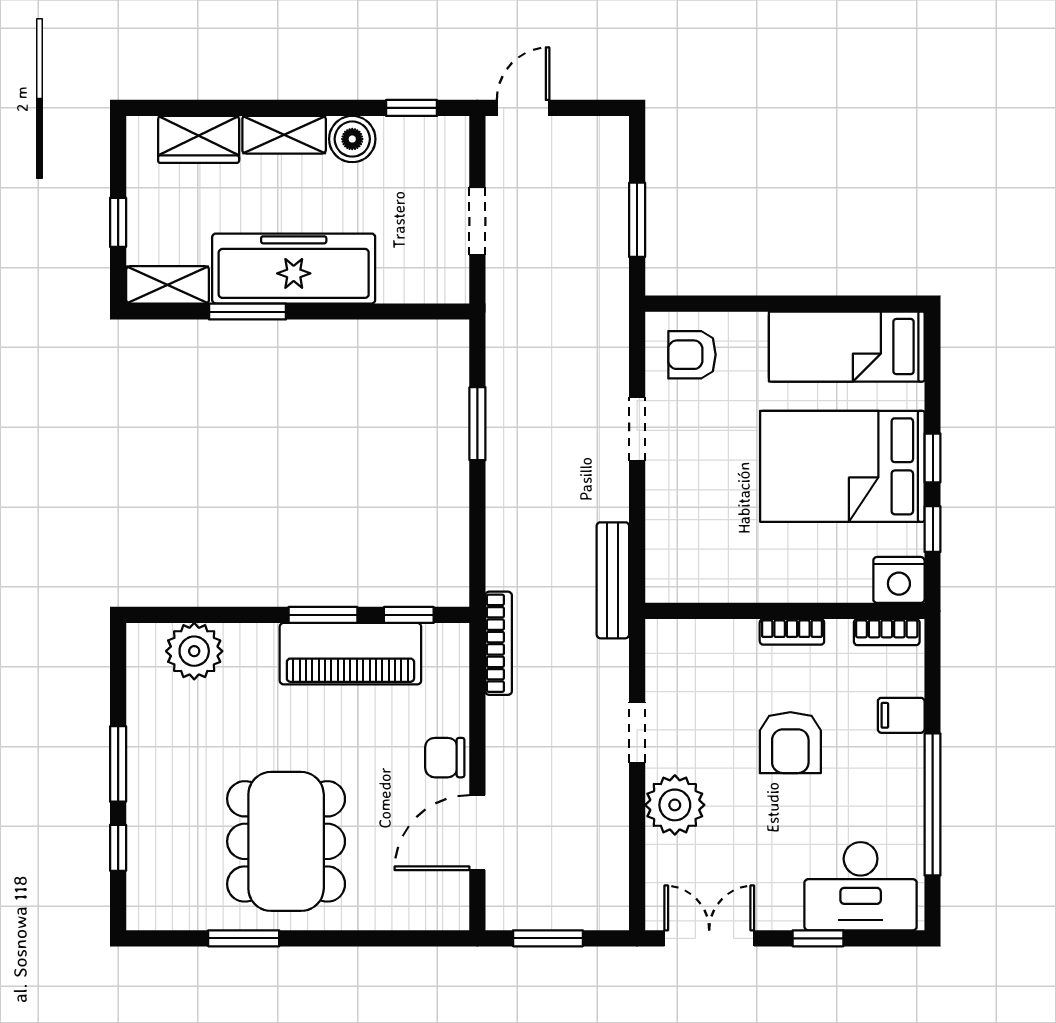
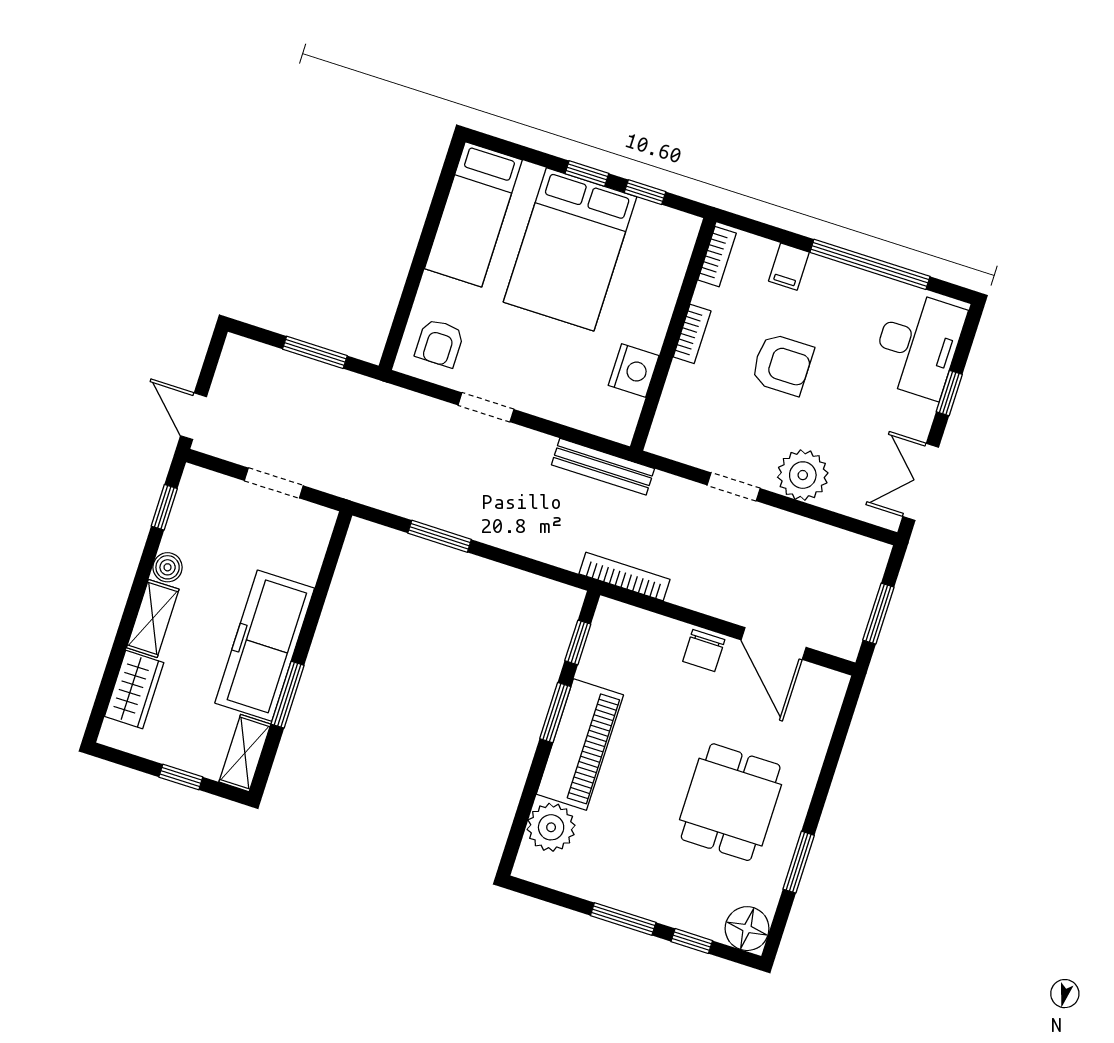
boiler: (352, 139) -> (168, 567), width x0.73, depth x0.73
nightstand: (899, 580) -> (634, 371), moved
piano: (350, 654) -> (580, 745), moved
dining table: (286, 841) -> (731, 802), width x0.73
floor lamp: (152, 905) -> (747, 929), added

